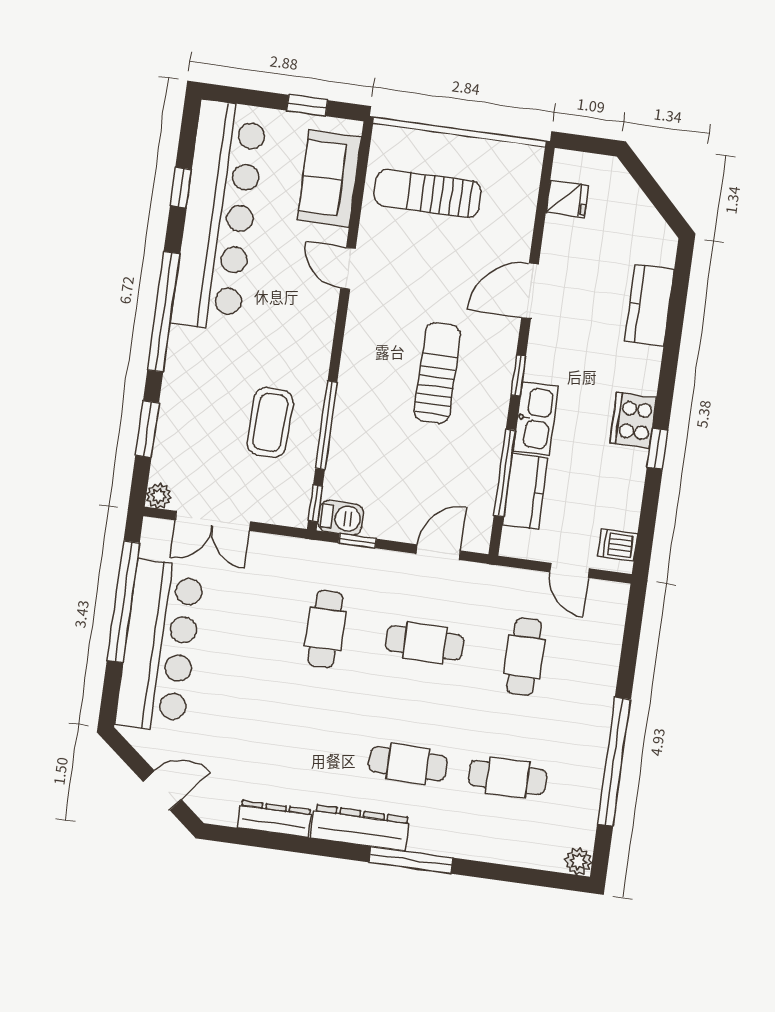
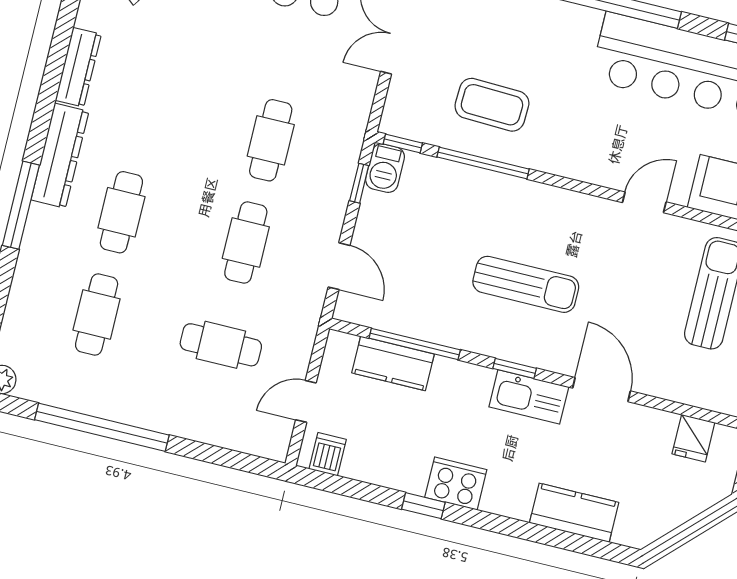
kitchen sink: (536, 419) -> (529, 397), moved
cafe table: (325, 629) -> (271, 140), turned 90

